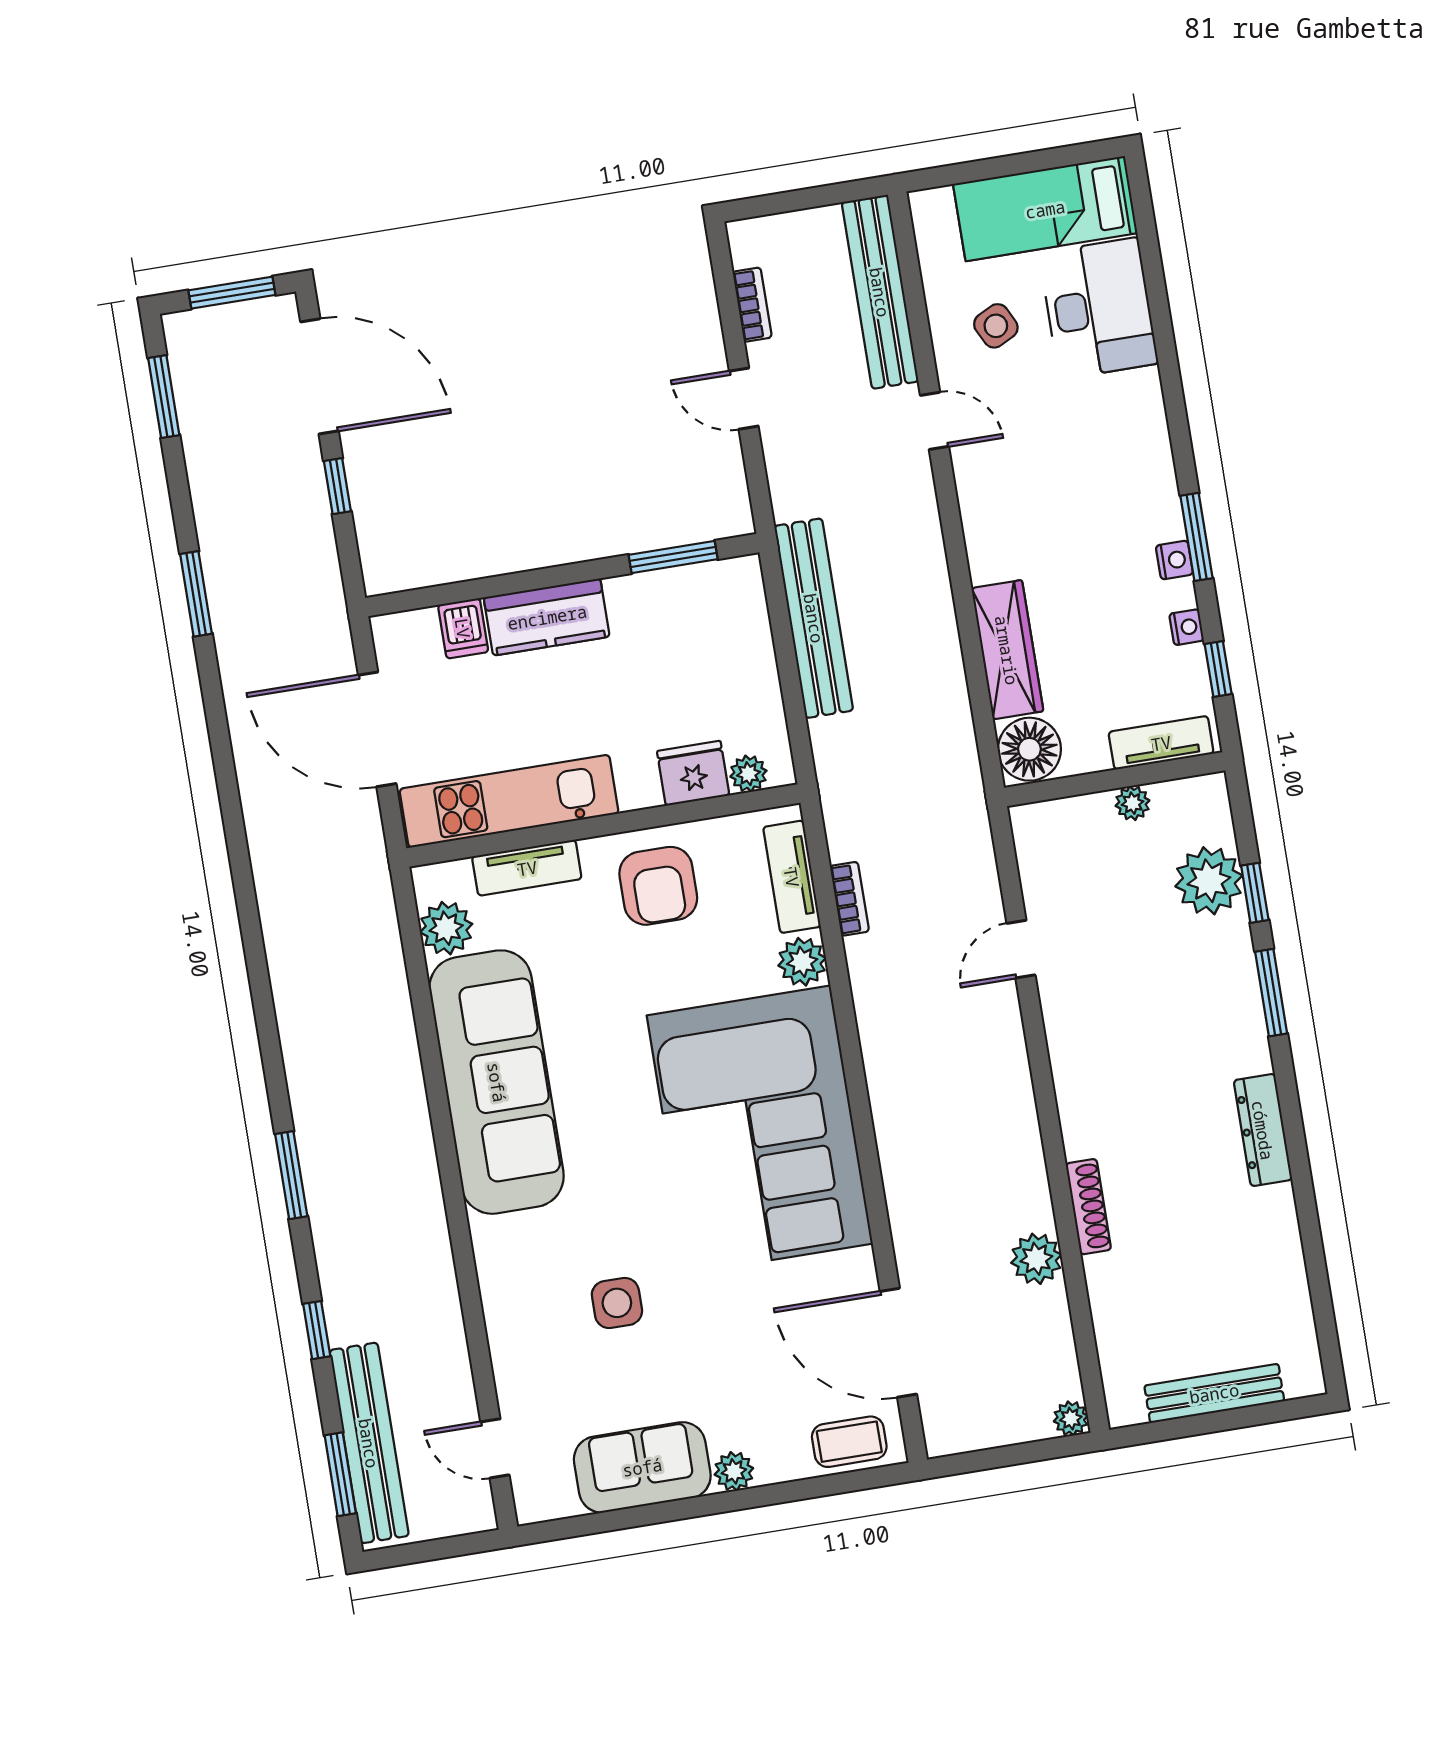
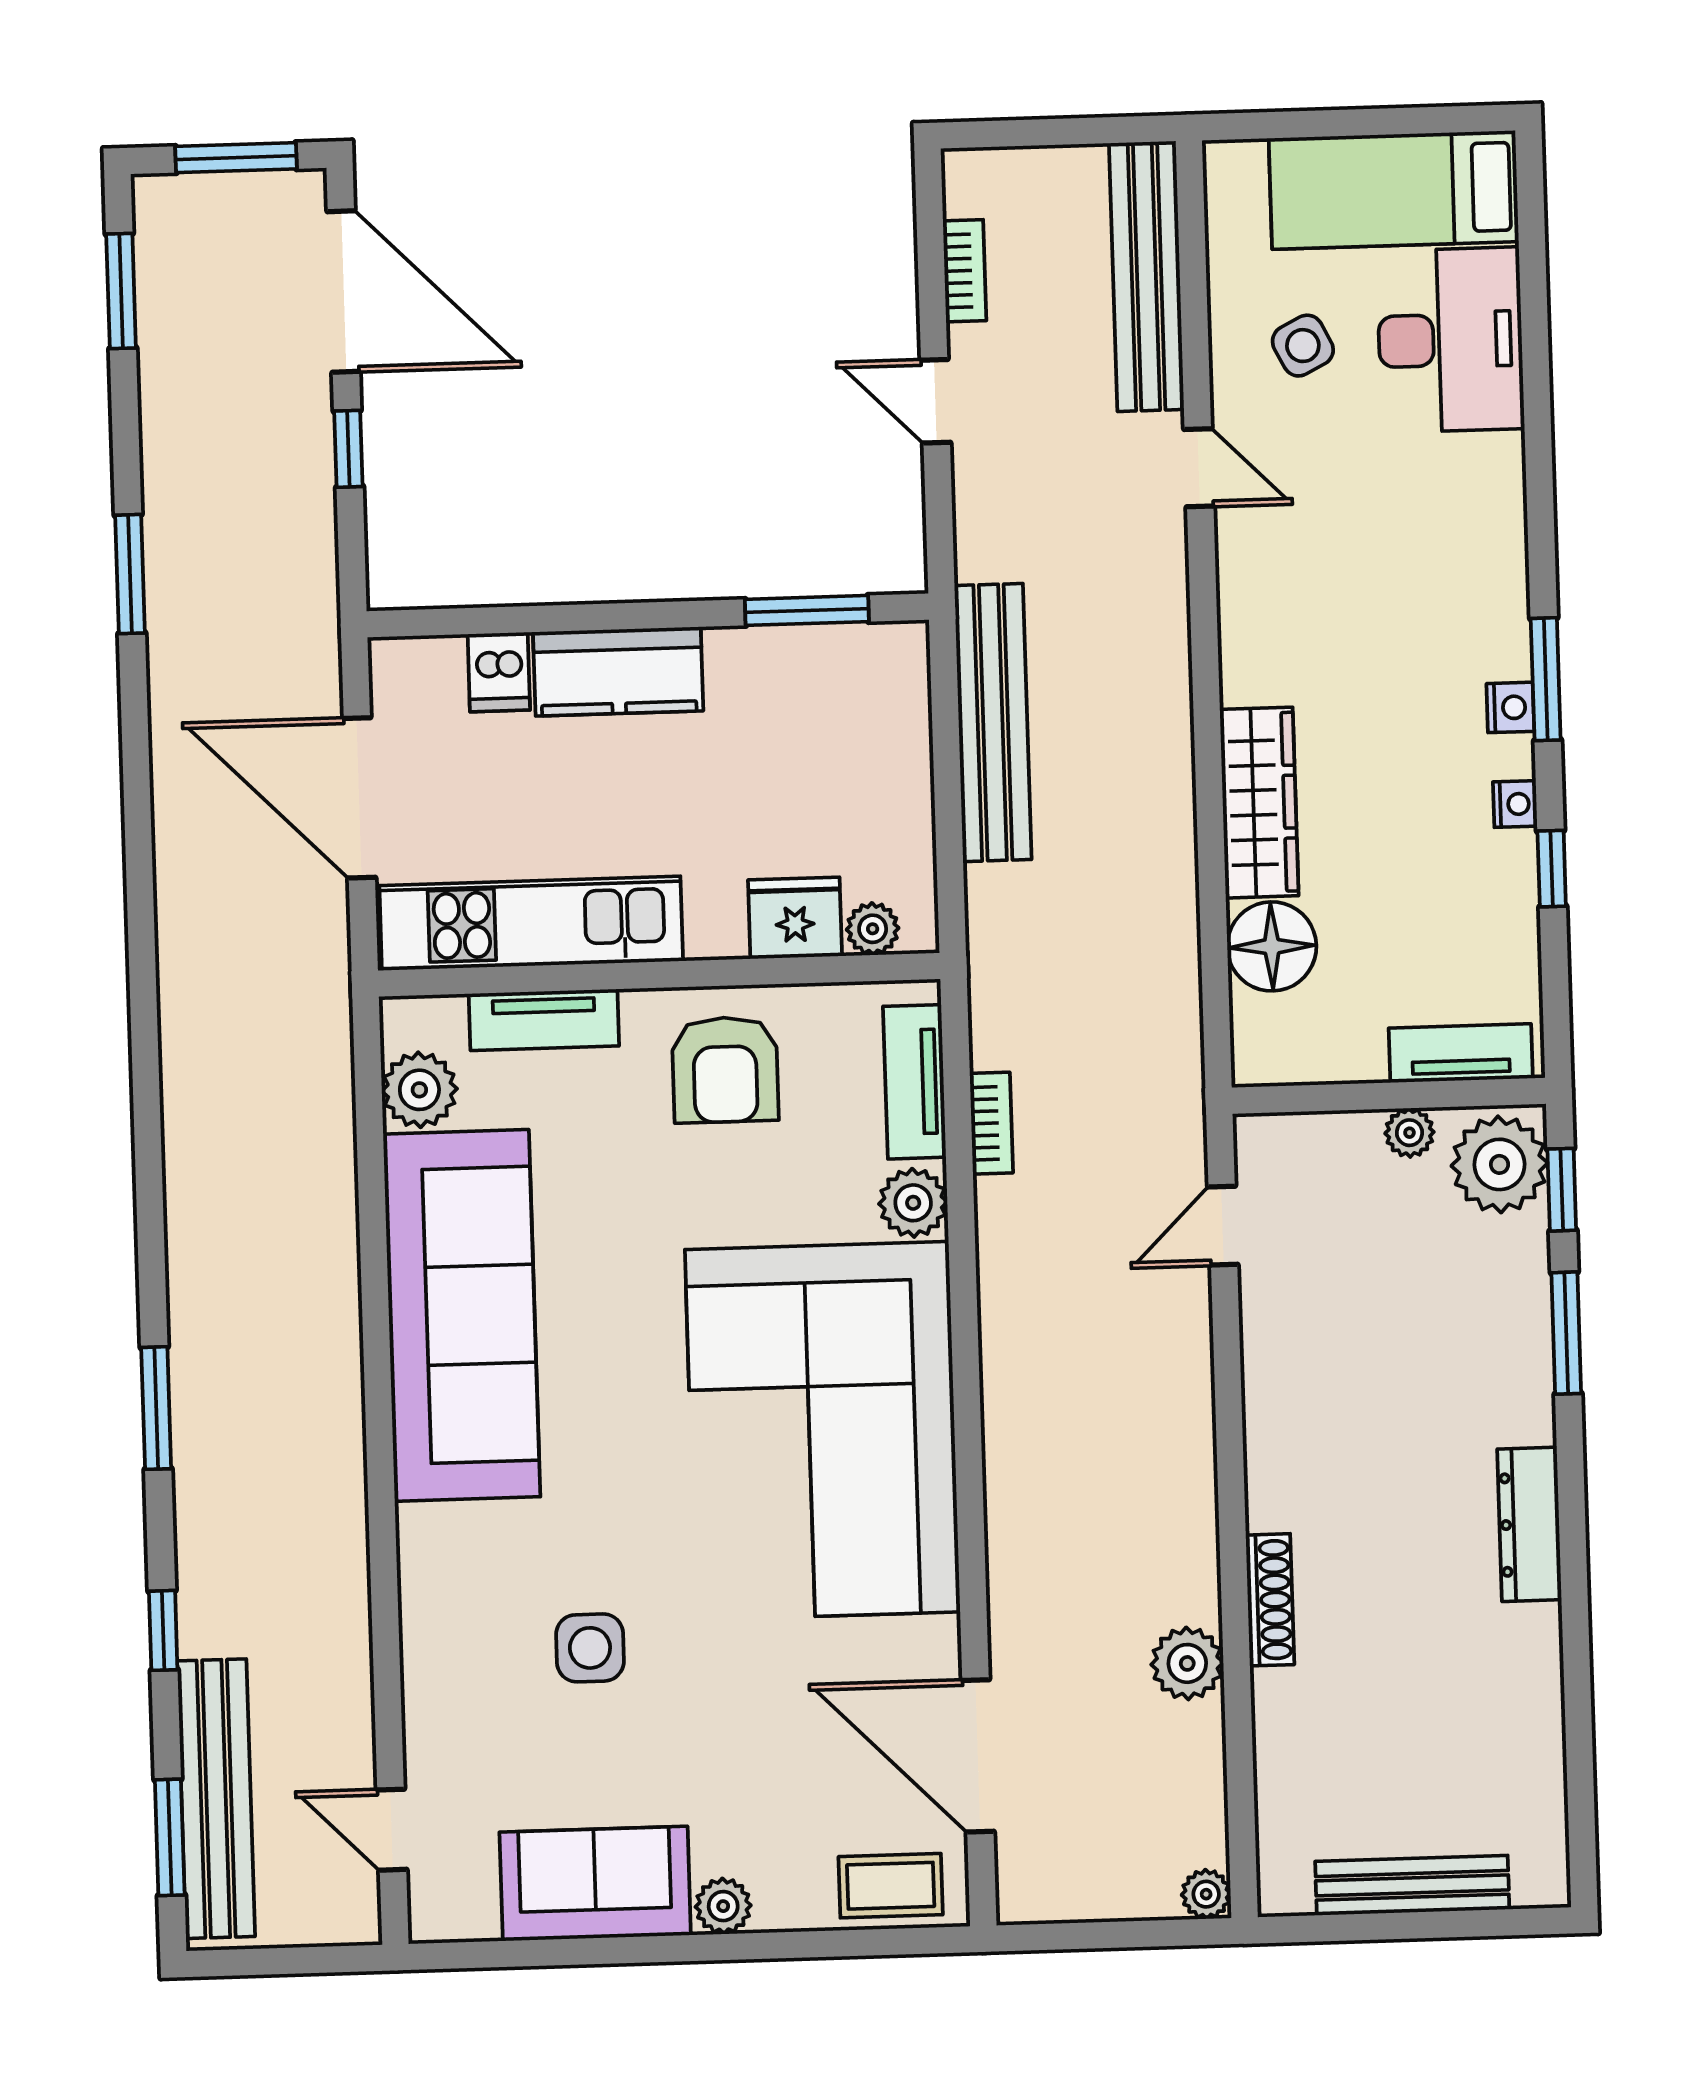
tv unit: (1161, 743) -> (1461, 1053), moved
wall: (1115, 779) -> (1389, 1096), moved
plant: (1133, 803) -> (1409, 1133), moved

